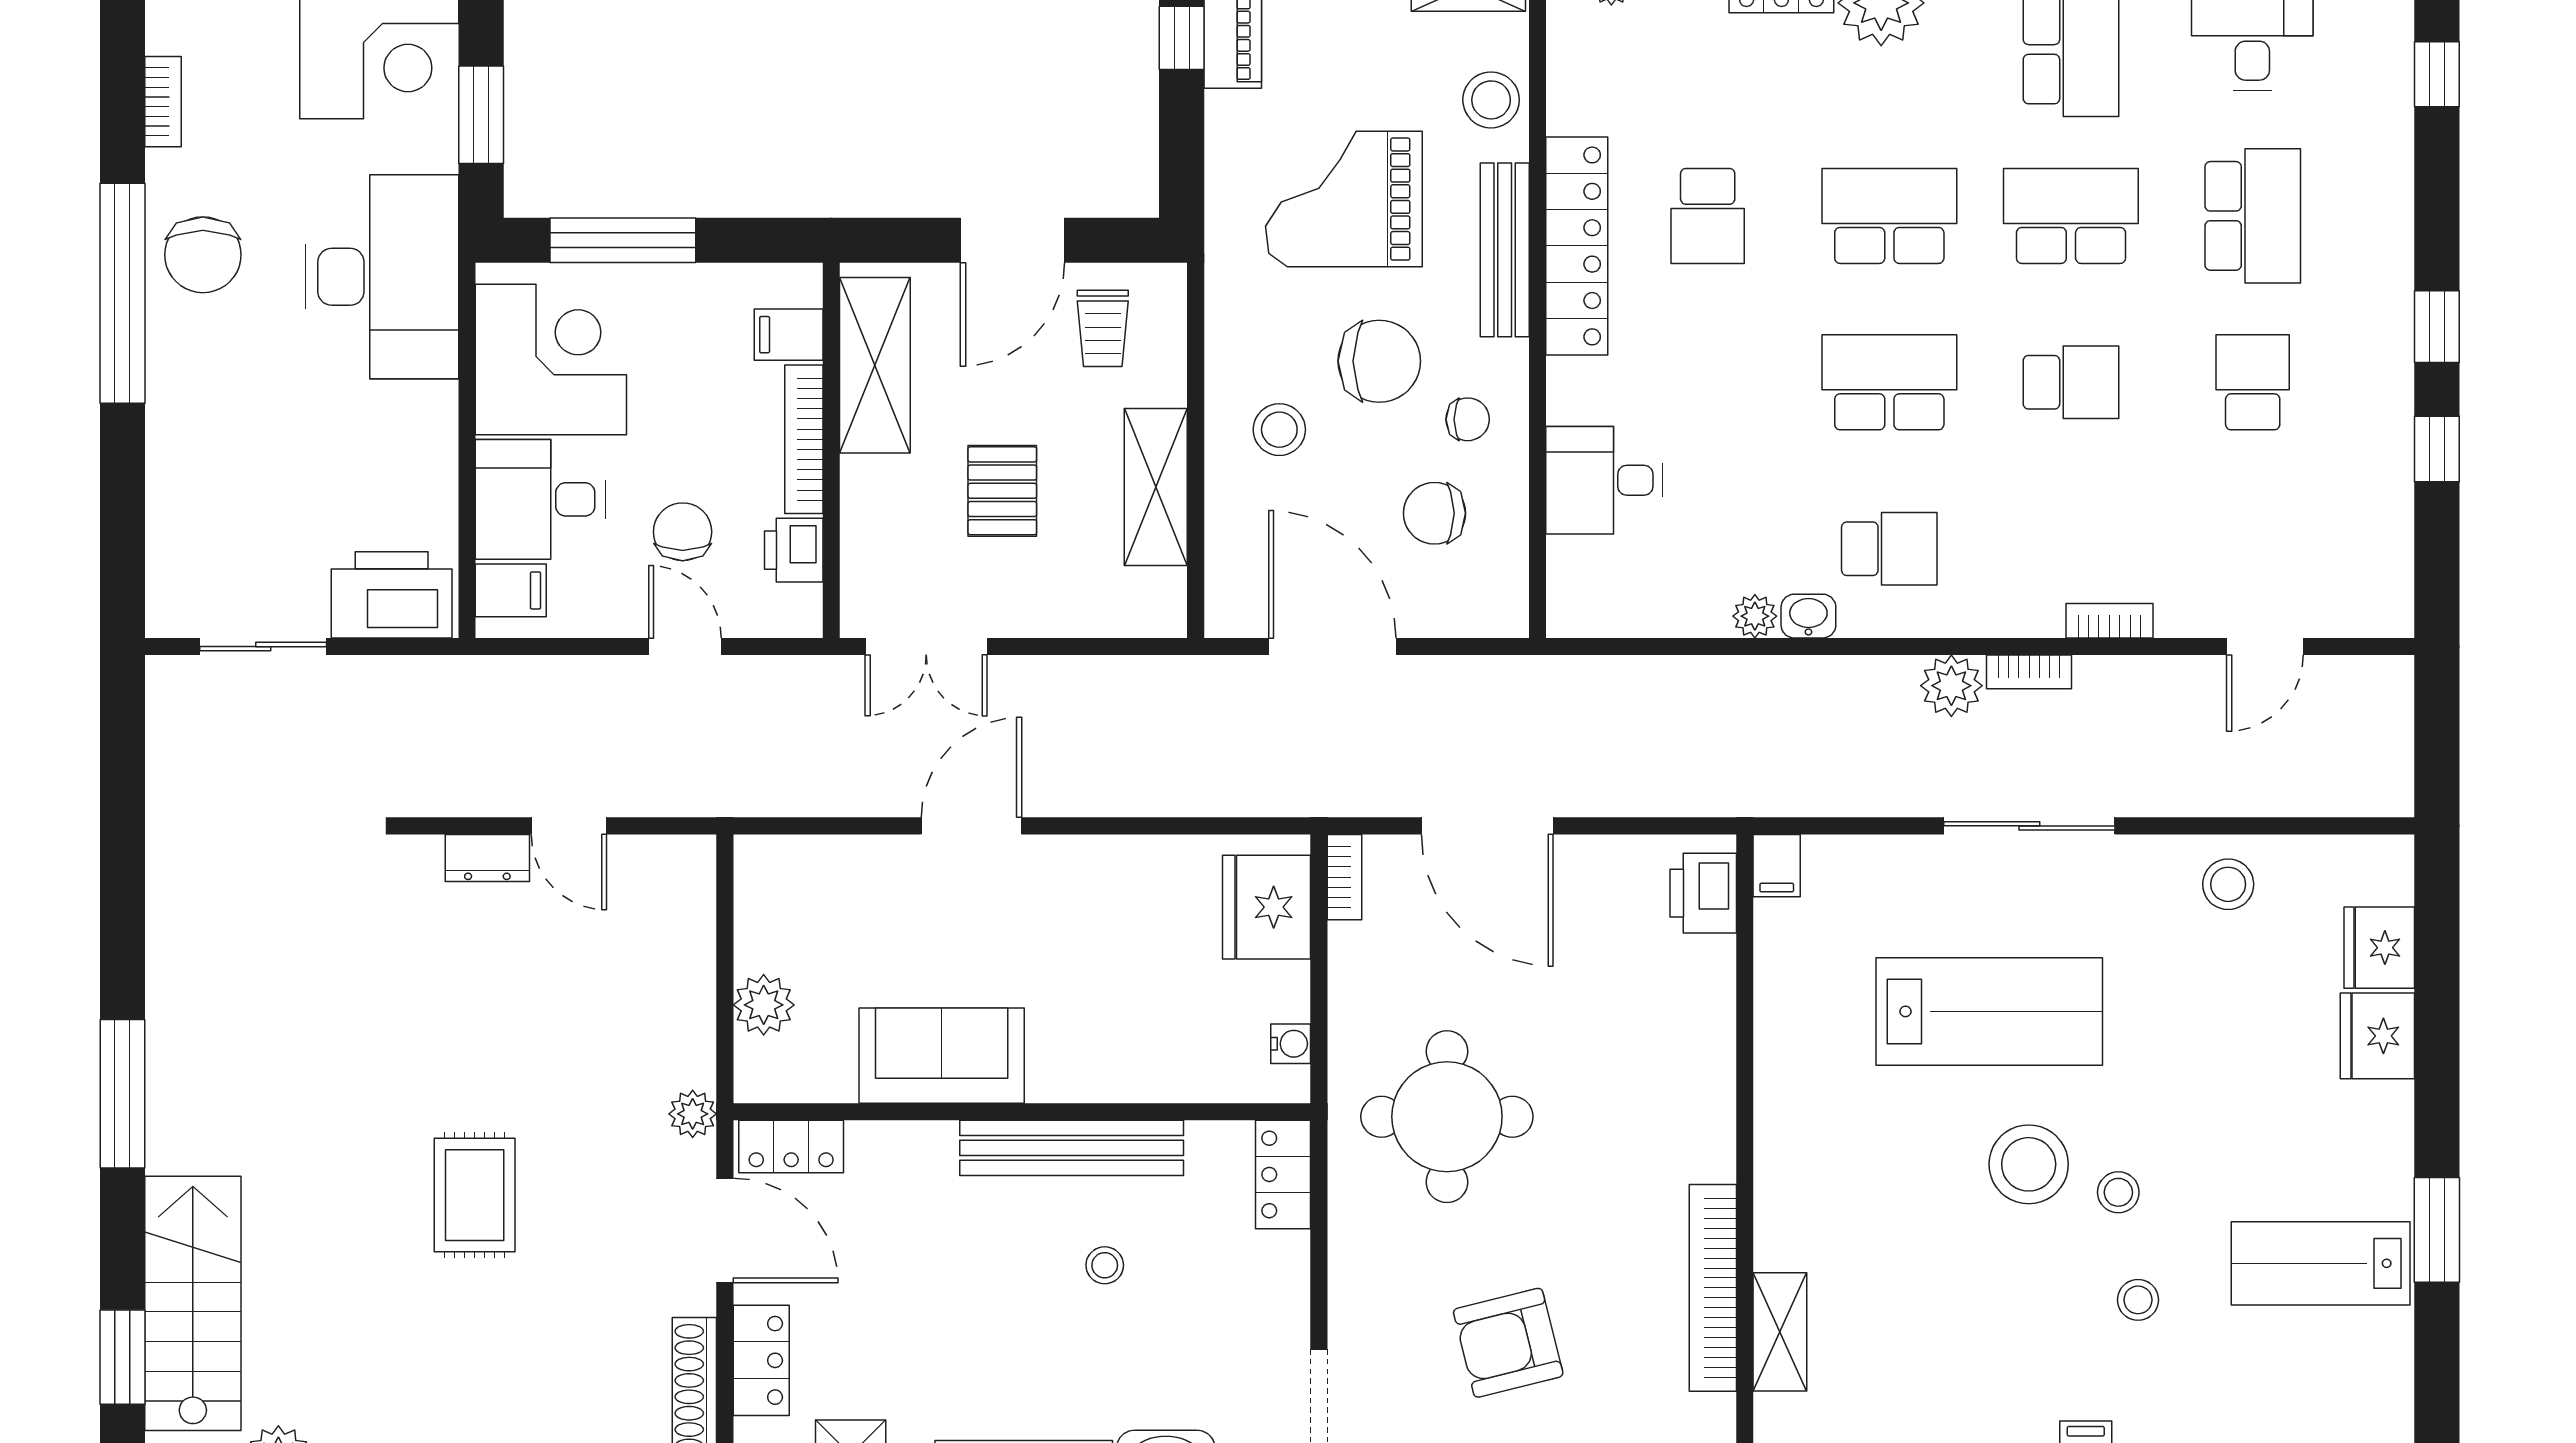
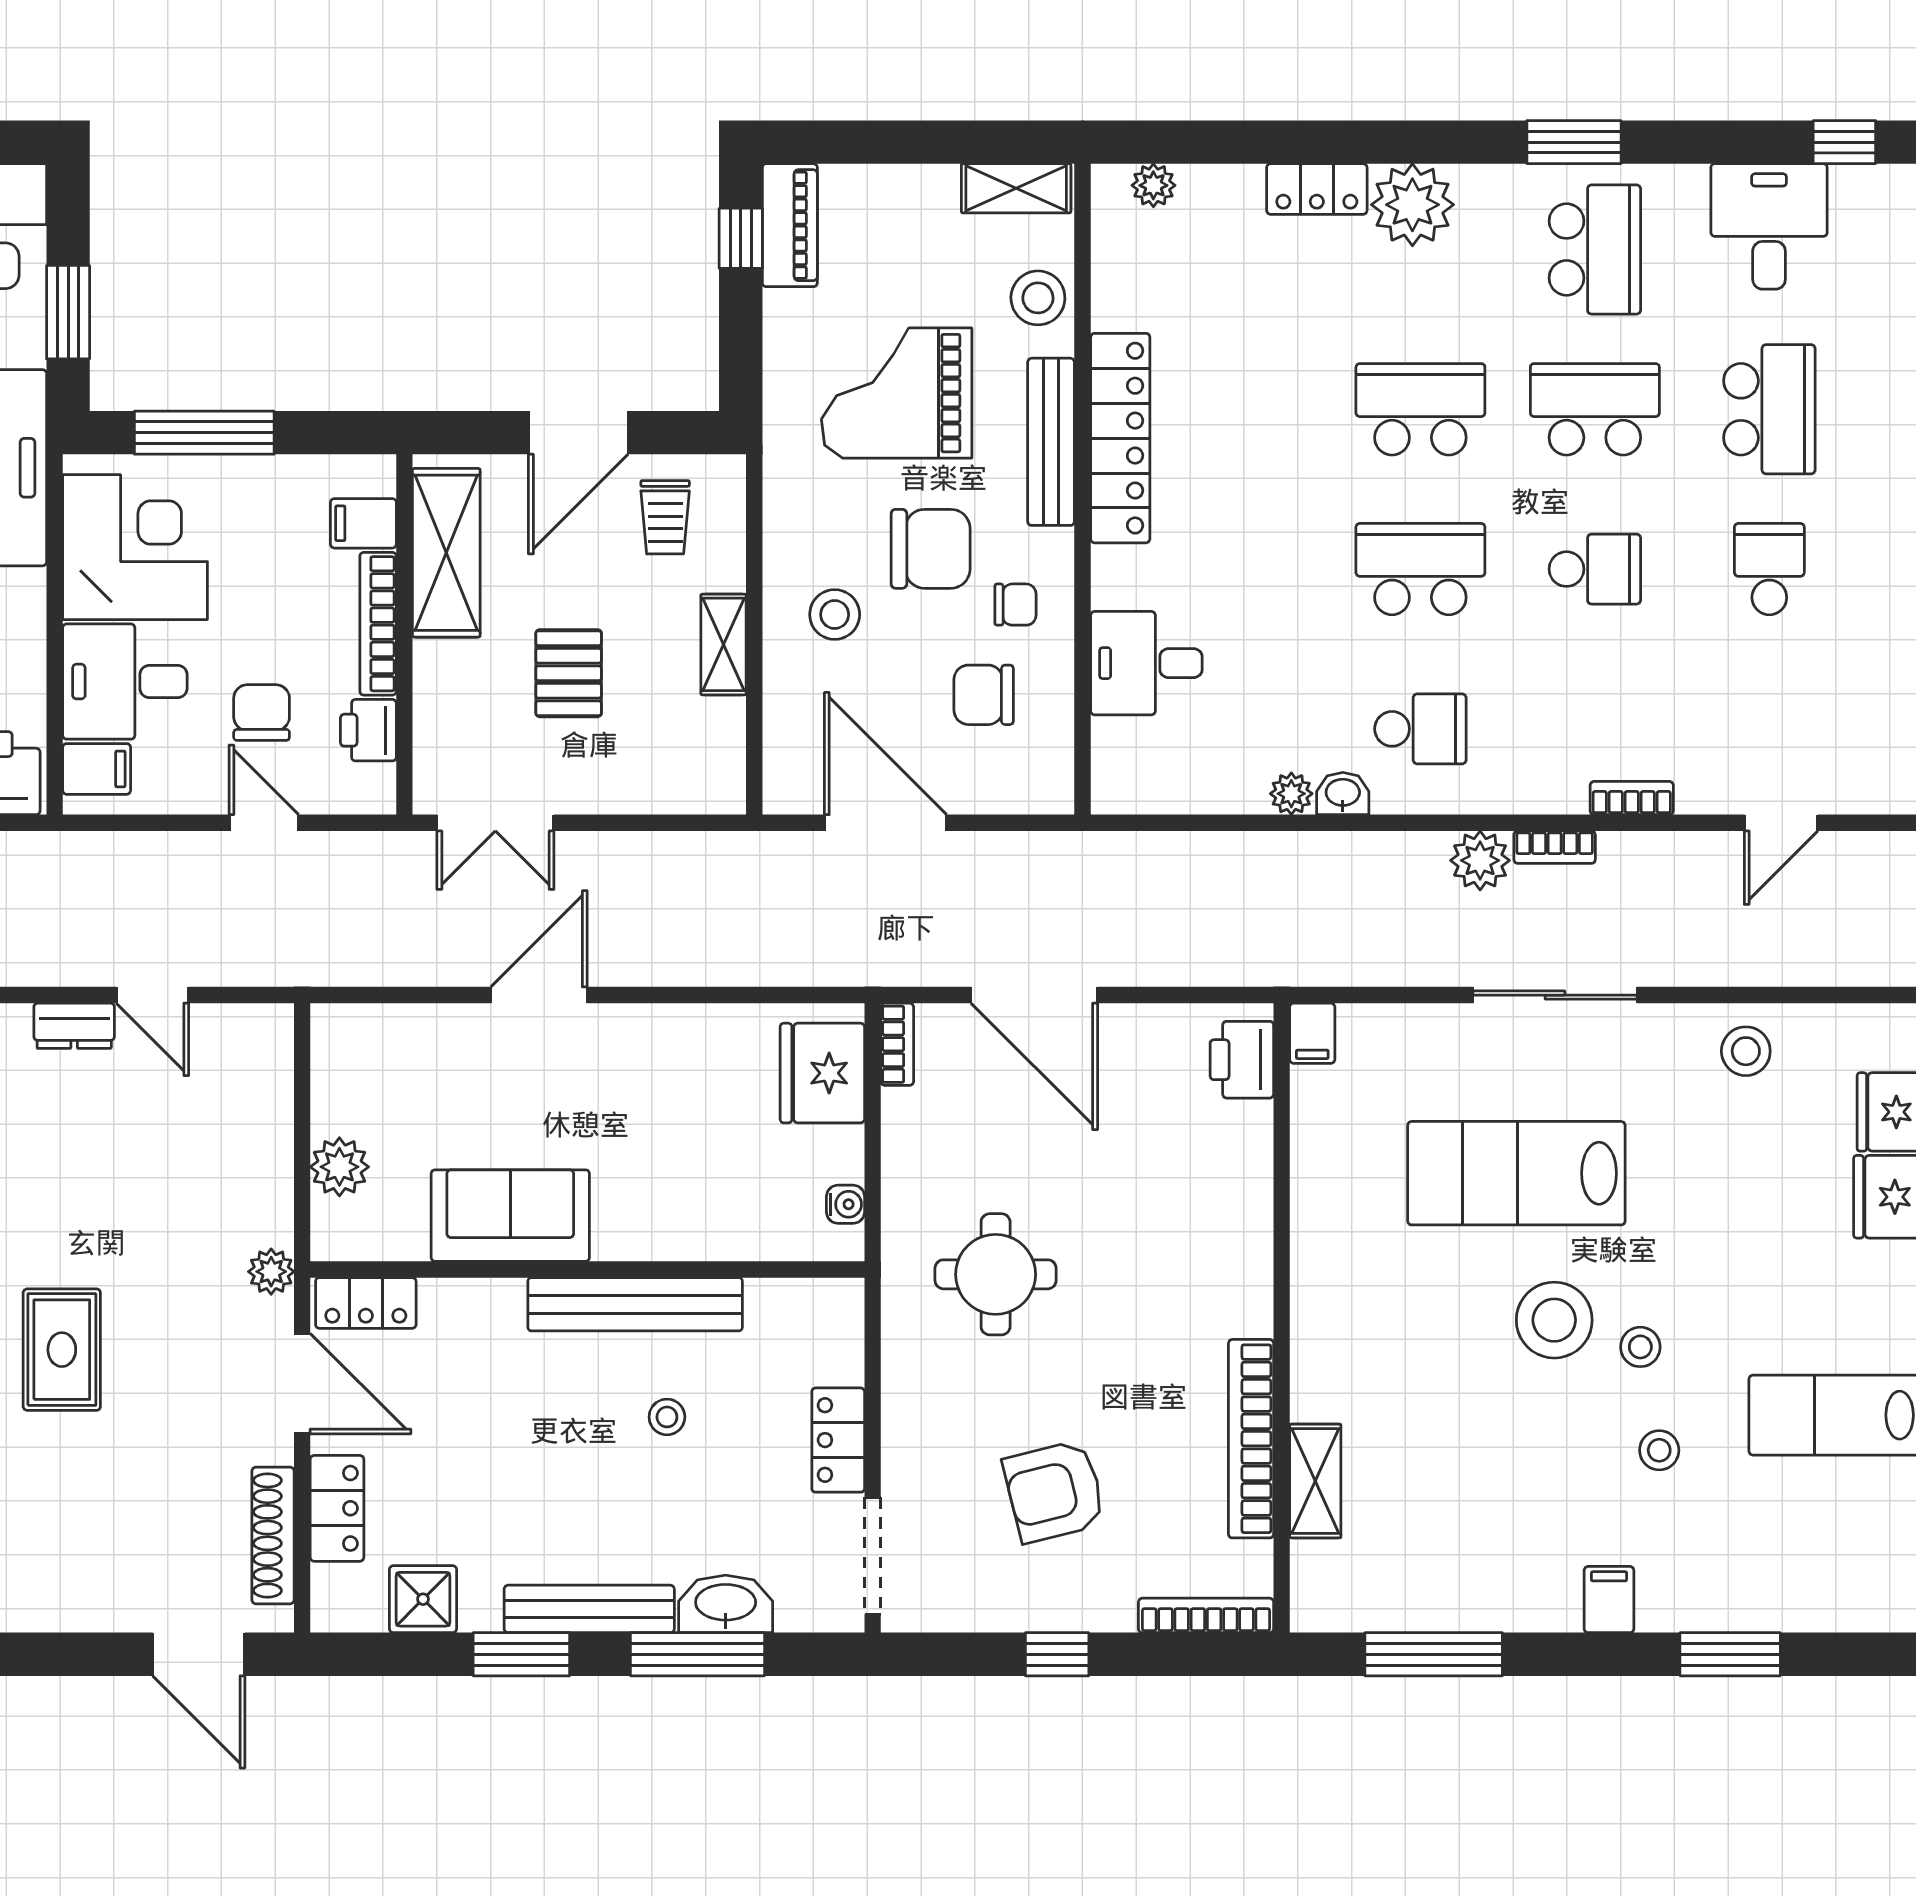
school desk: (1708, 216) -> (1246, 409), removed
shelving: (1156, 487) -> (724, 644), width x0.67, depth x0.75
lab bench: (1989, 1011) -> (1516, 1173), turned 180
round table: (1447, 1117) -> (996, 1274), width x0.73, depth x0.73
locker: (1283, 1174) -> (838, 1440), moved

